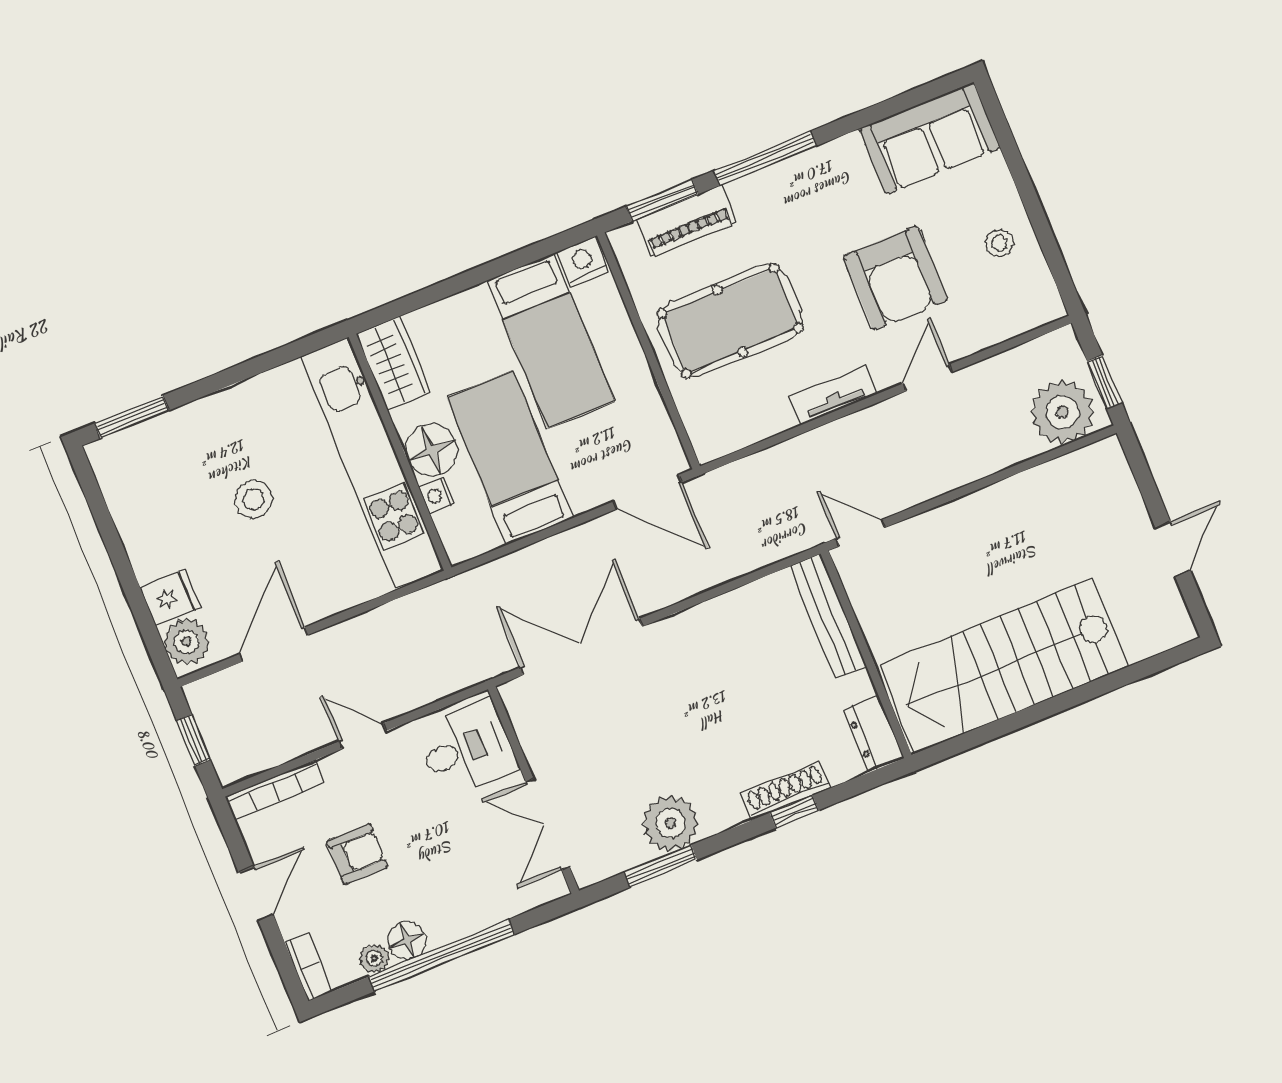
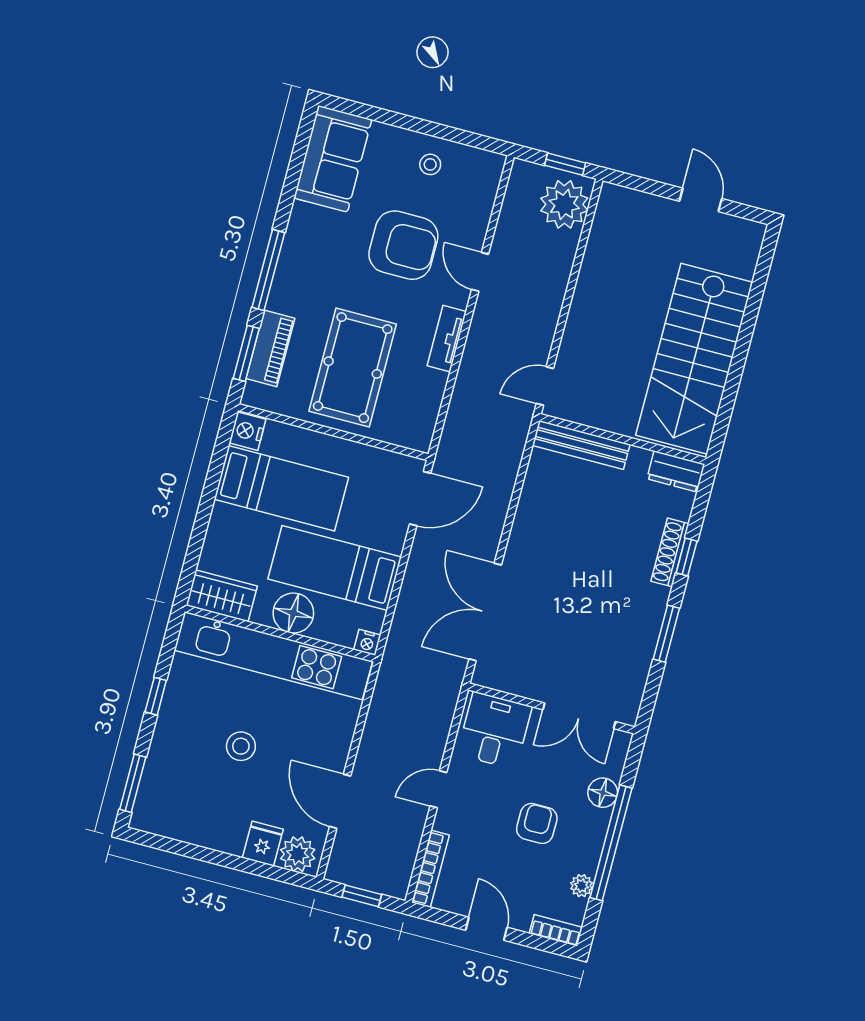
window: (239, 373) -> (156, 696), added
nightstand: (437, 495) -> (367, 642), moved
plant: (670, 823) -> (636, 639), removed
armchair: (357, 854) -> (537, 823), moved
window: (661, 866) -> (666, 634), moved
floor lamp: (407, 941) -> (603, 793), moved

